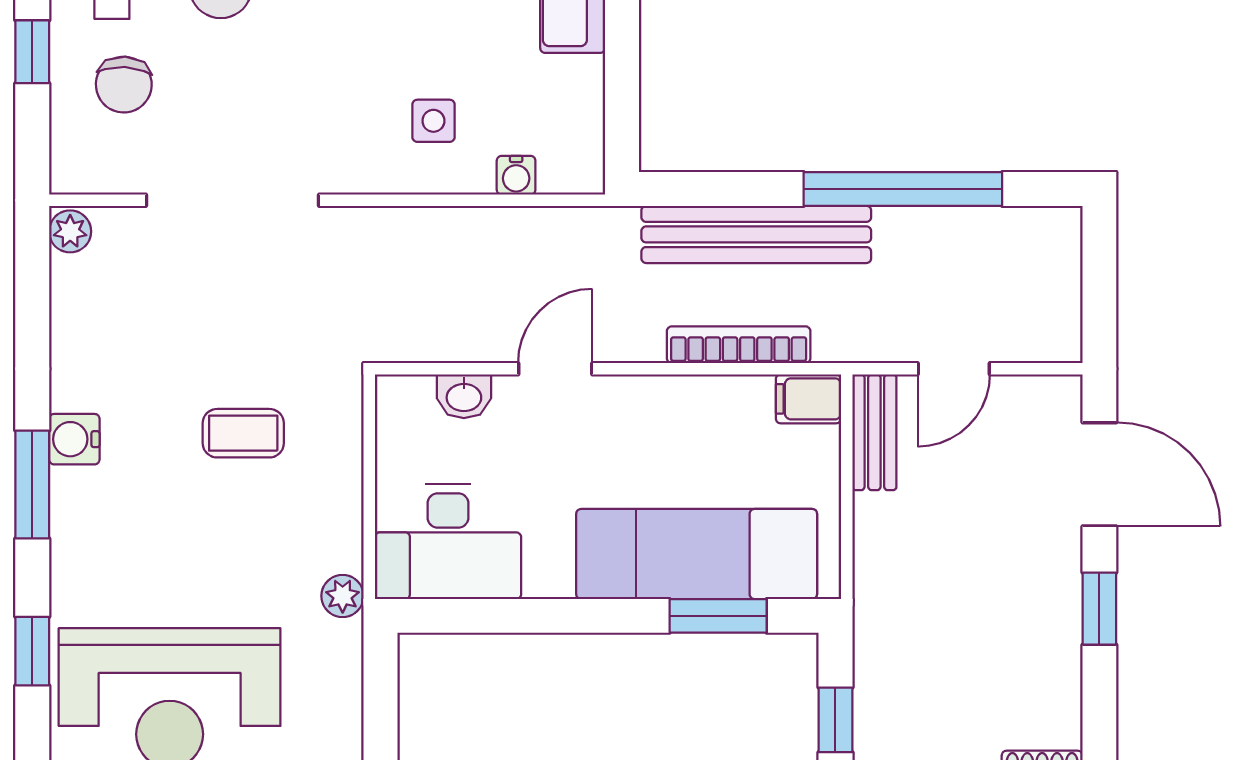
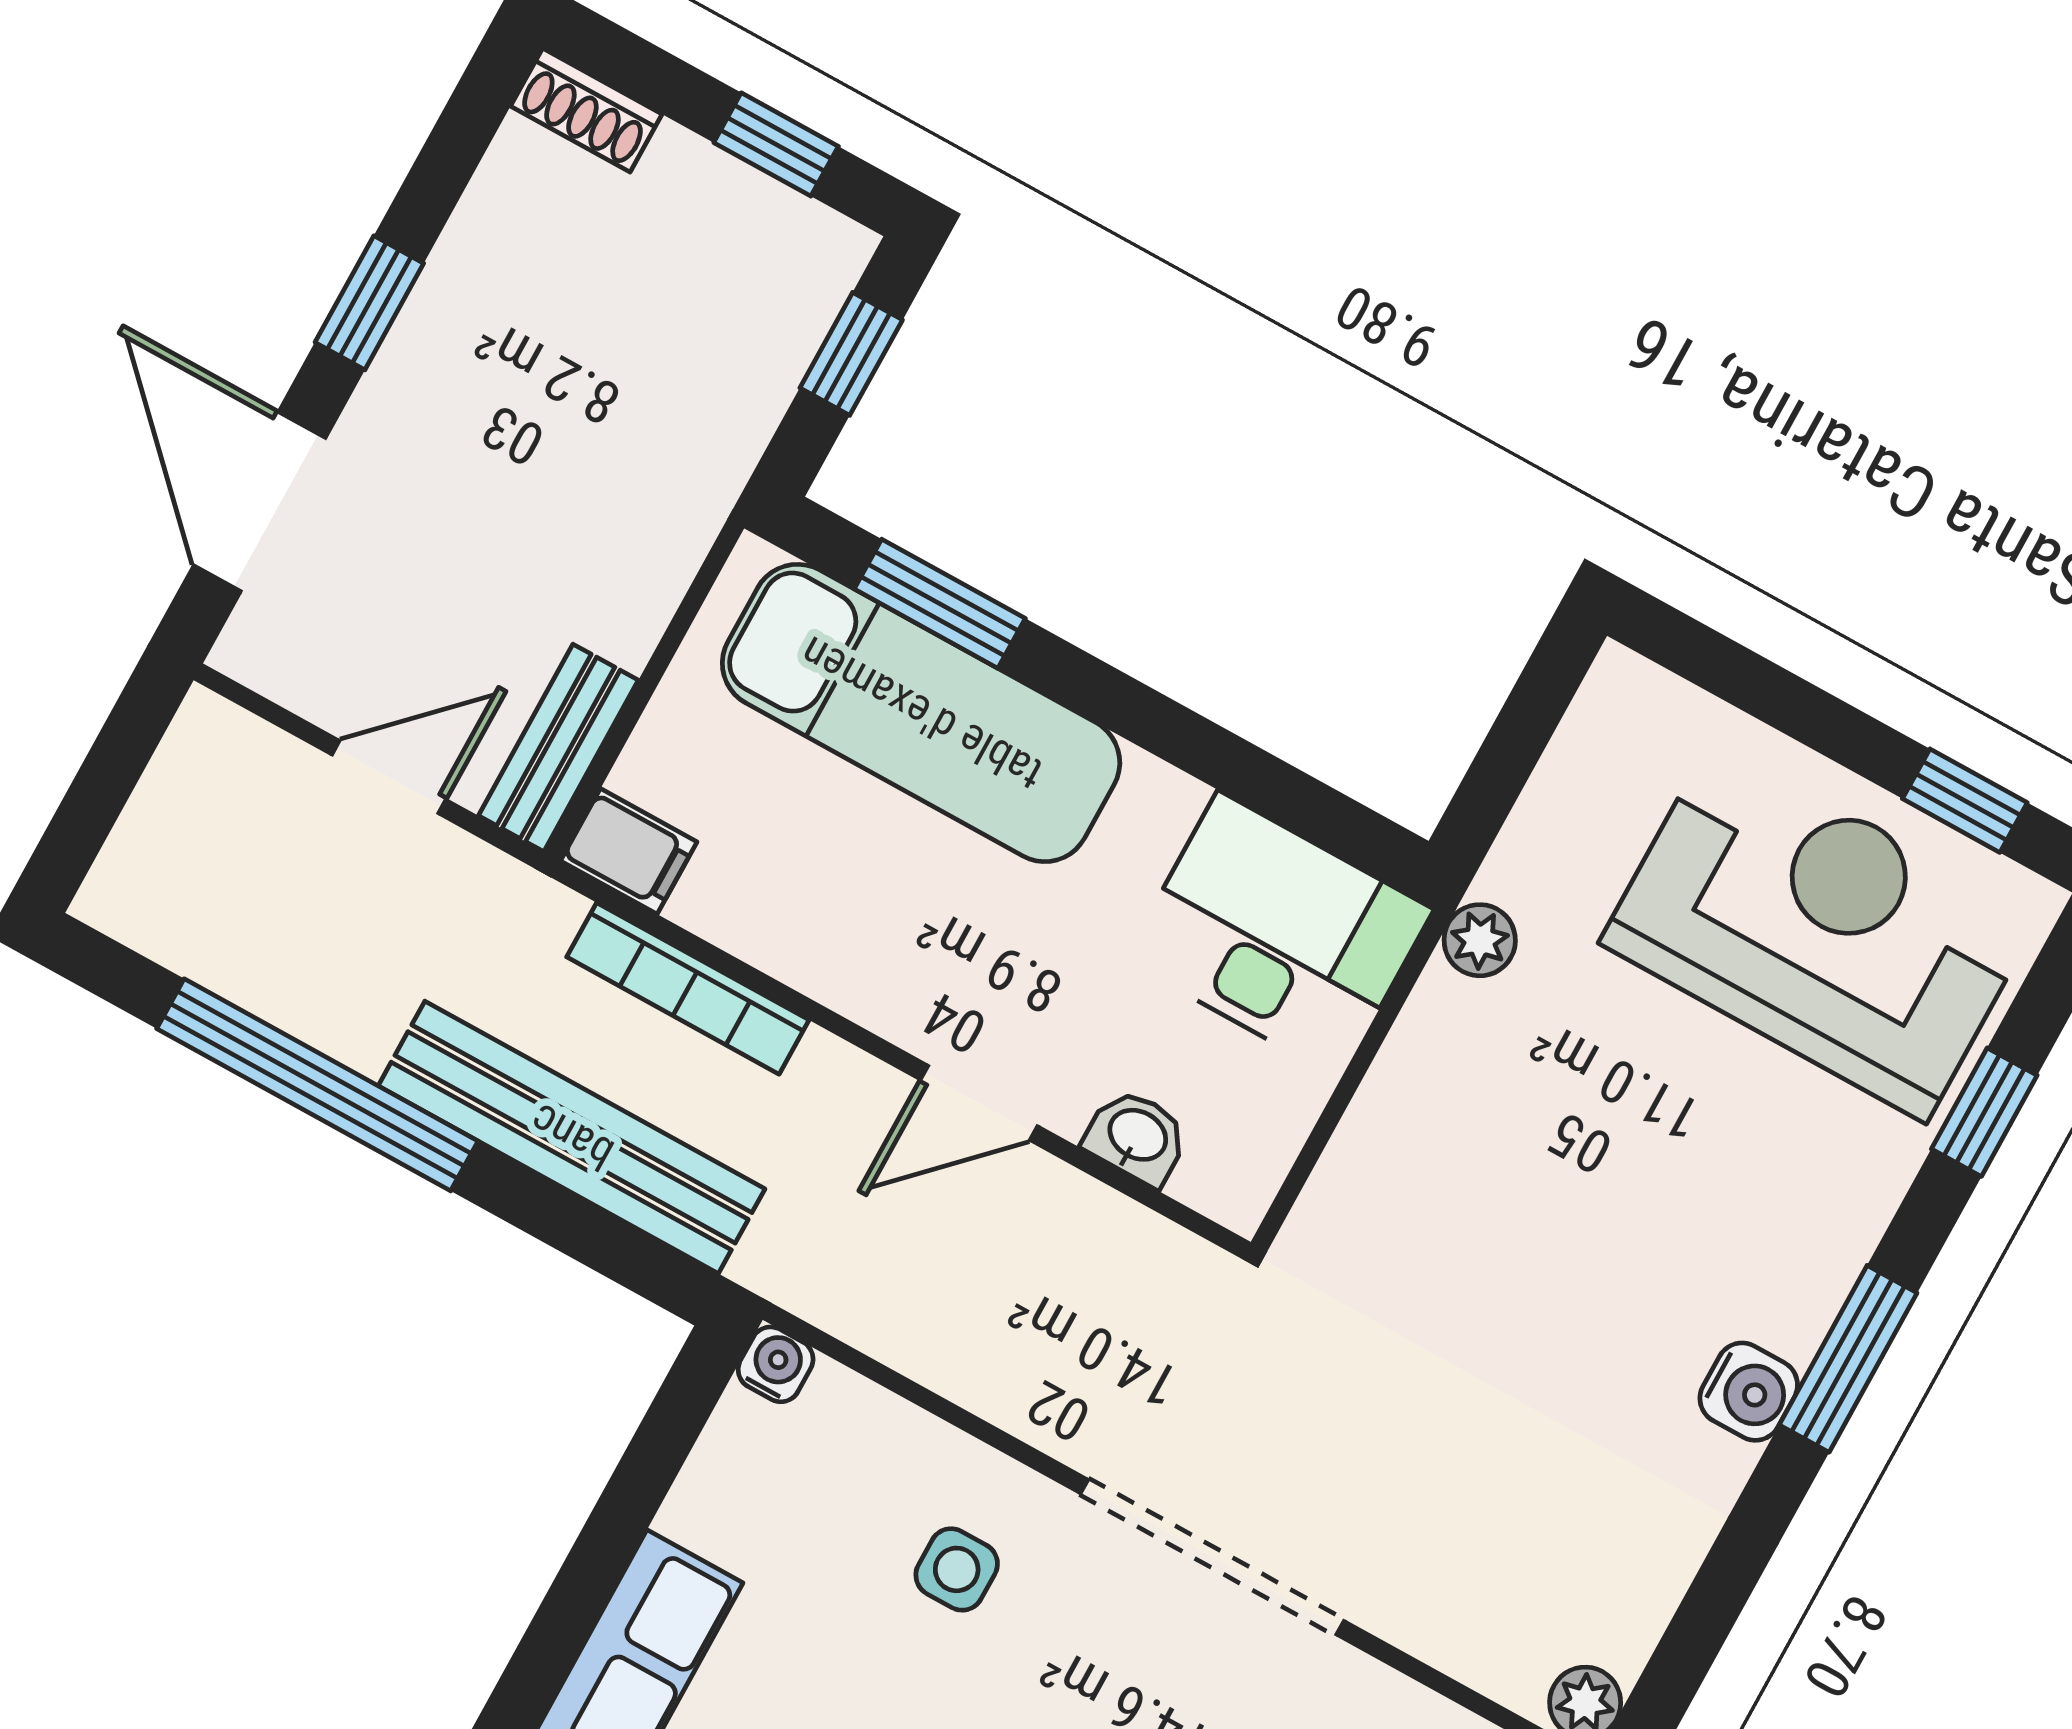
water cooler: (516, 175) -> (776, 1364), moved
doorway: (233, 200) -> (1212, 1557), moved
coffee table: (243, 433) -> (1494, 1262), removed

